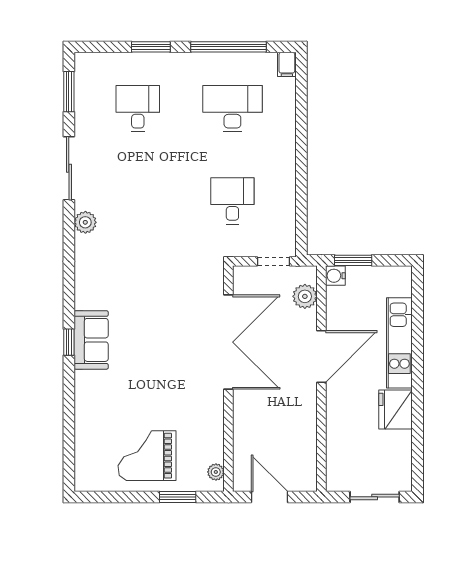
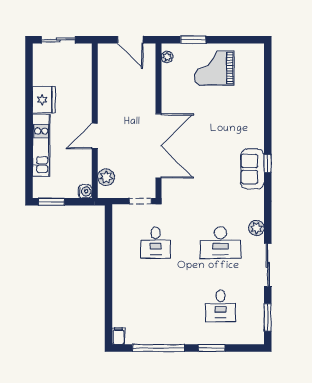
desk: (232, 109) -> (220, 243), moved
window: (353, 260) -> (51, 202), moved
doorway: (273, 261) -> (140, 201), moved
sofa: (91, 340) -> (252, 169), moved
window: (69, 342) -> (268, 164), moved
double door: (228, 342) -> (158, 146), swing flipped
door: (321, 357) -> (95, 136), width x0.73
grand piano: (147, 456) -> (214, 68), turned 180

